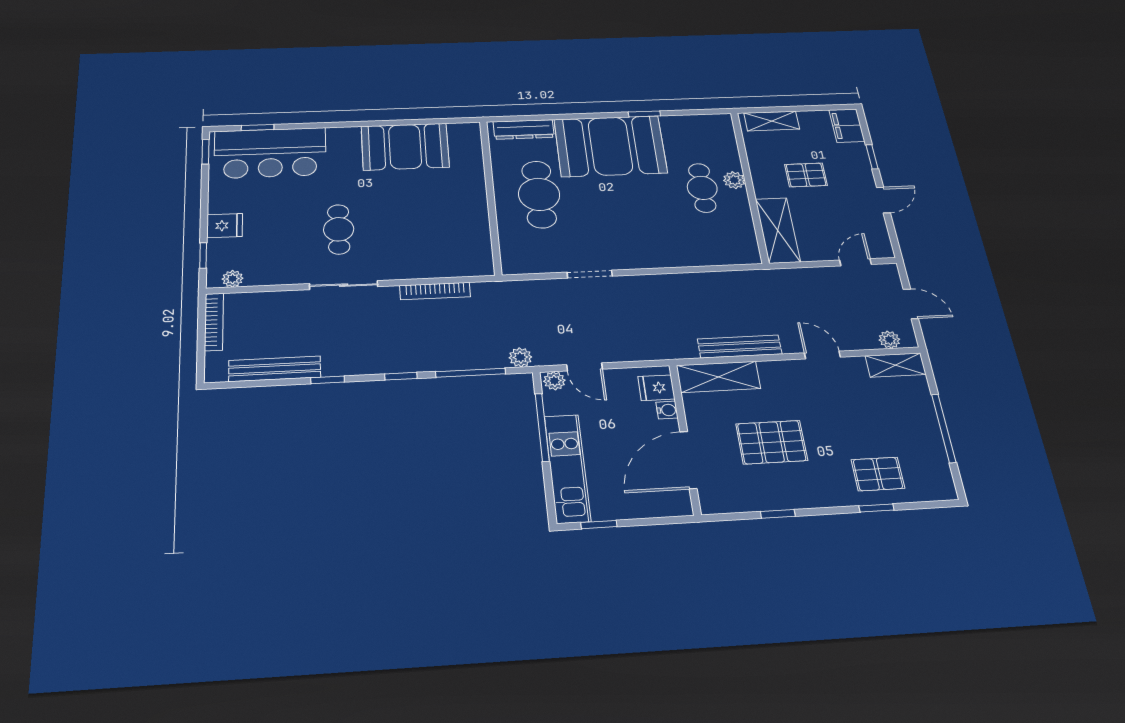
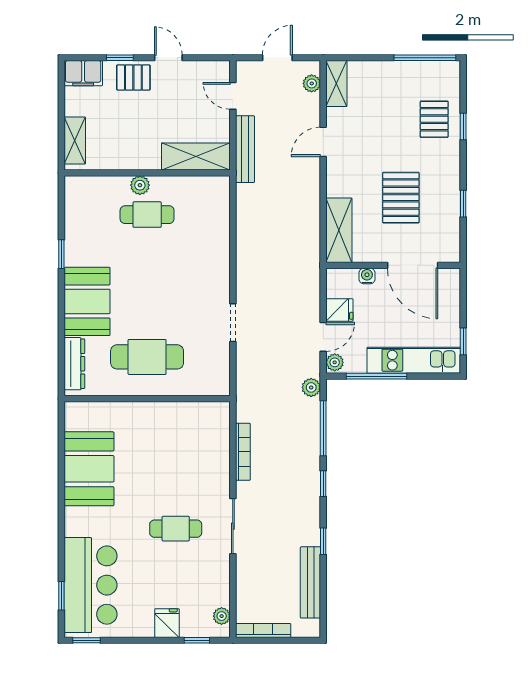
booth: (610, 146) -> (87, 301), width x0.73, depth x0.70
pallet: (806, 175) -> (133, 77), moved, turned 90
bench: (740, 346) -> (245, 149), moved
fridge: (656, 388) -> (339, 310), moved, turned -90
window: (944, 428) -> (425, 58), moved

